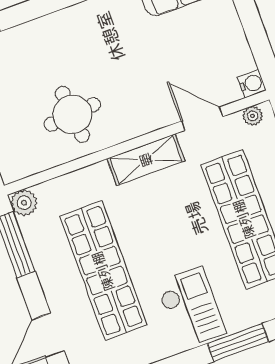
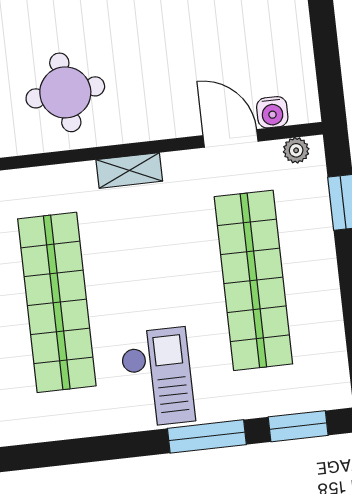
water cooler: (252, 84) -> (272, 112), moved, turned 90
shelving: (146, 160) -> (129, 170), width x0.67, depth x0.75

